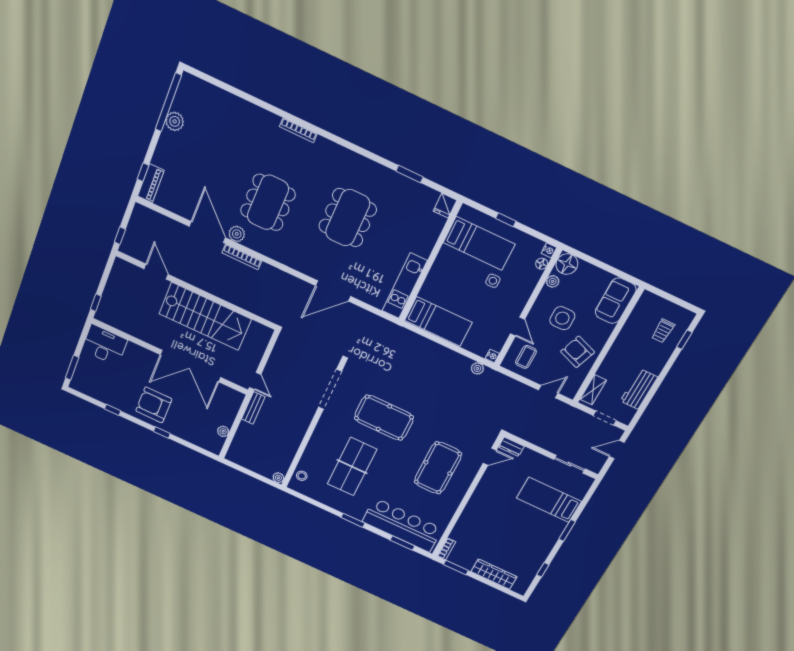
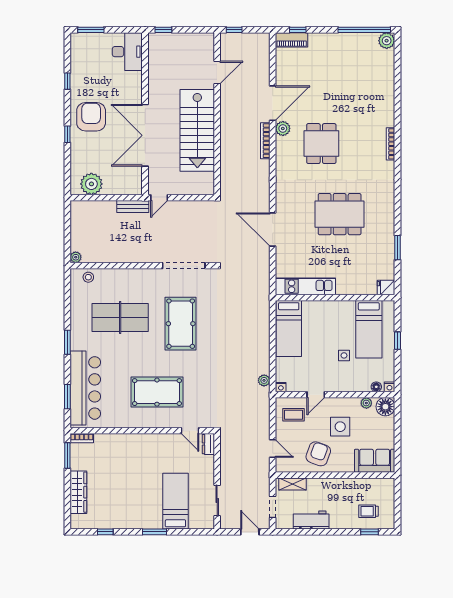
plant: (175, 121) -> (387, 41), moved
dining table: (268, 202) -> (321, 144), width x0.73
plant: (223, 431) -> (91, 184), width x1.87, depth x1.87

